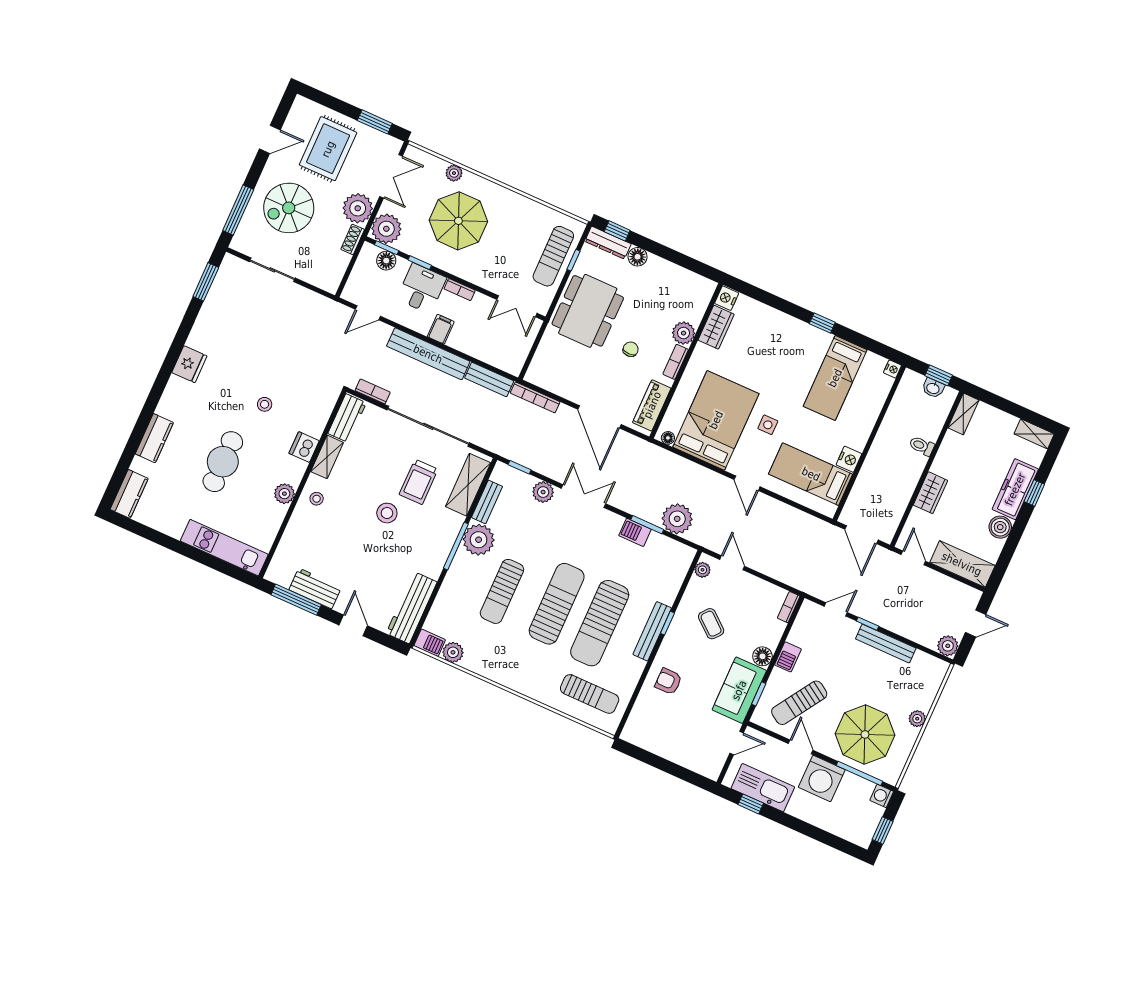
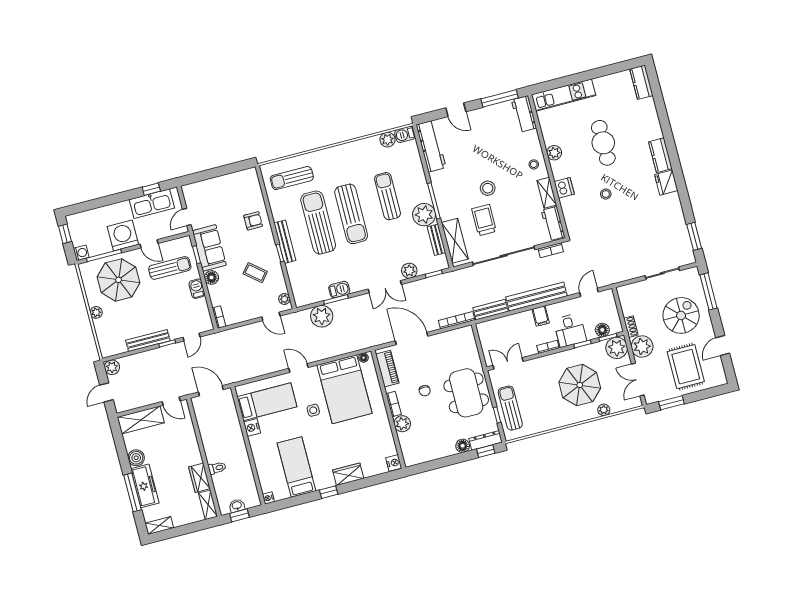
wardrobe: (716, 327) -> (348, 474), moved, turned 90
kitchen counter: (154, 438) -> (660, 155), moved
wardrobe: (930, 493) -> (199, 478), moved
window: (1034, 493) -> (132, 492), width x2.17
workbench: (315, 588) -> (524, 114), moved, turned 90
sun lounger: (799, 703) -> (170, 268), turned 57

